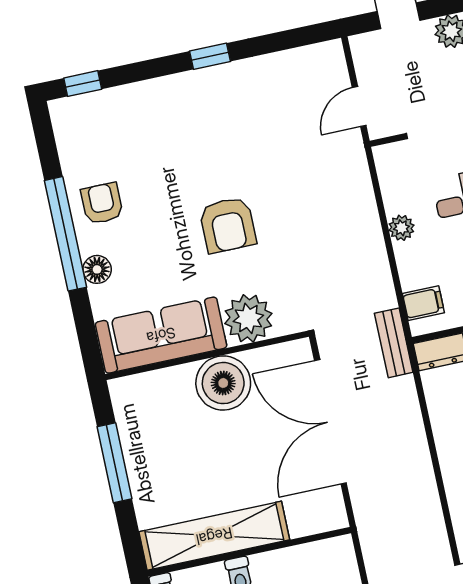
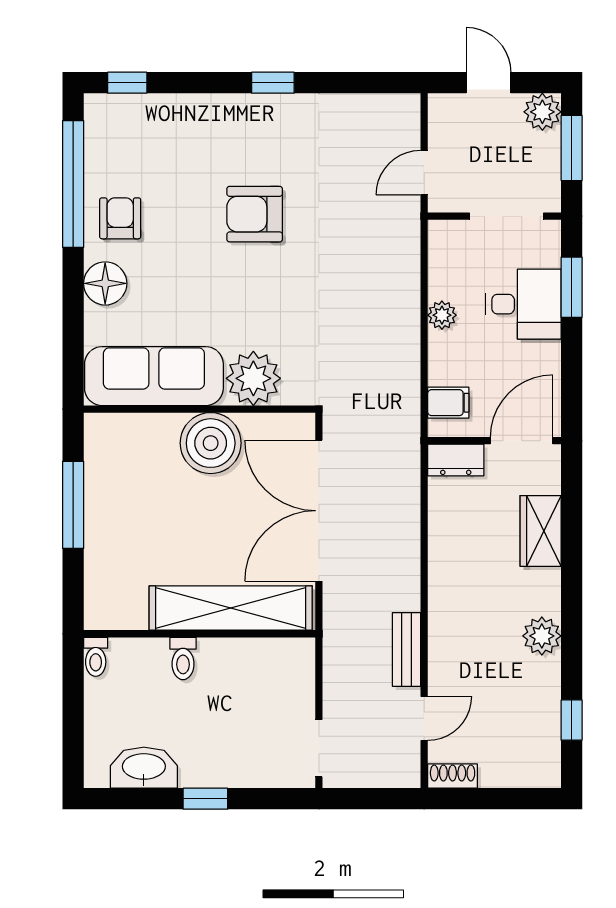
armchair: (228, 225) -> (255, 214), moved, turned 90
window: (65, 234) -> (73, 184), moved
floor lamp: (97, 269) -> (105, 283), width x1.38, depth x1.38
bench: (394, 343) -> (407, 649), moved
shelving: (214, 536) -> (231, 608), moved

